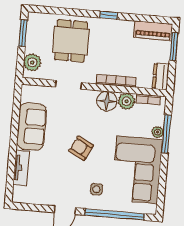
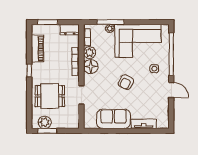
piano: (153, 31) -> (38, 48), moved
plant: (32, 62) -> (45, 122), moved

